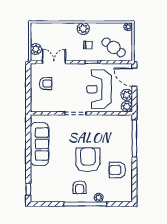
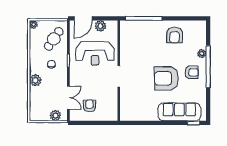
plant: (83, 29) -> (35, 80), moved
double door: (54, 62) -> (68, 98), swing flipped
plant: (127, 107) -> (112, 26), removed
sofa: (40, 144) -> (179, 112), moved
armchair: (88, 160) -> (166, 78), moved

